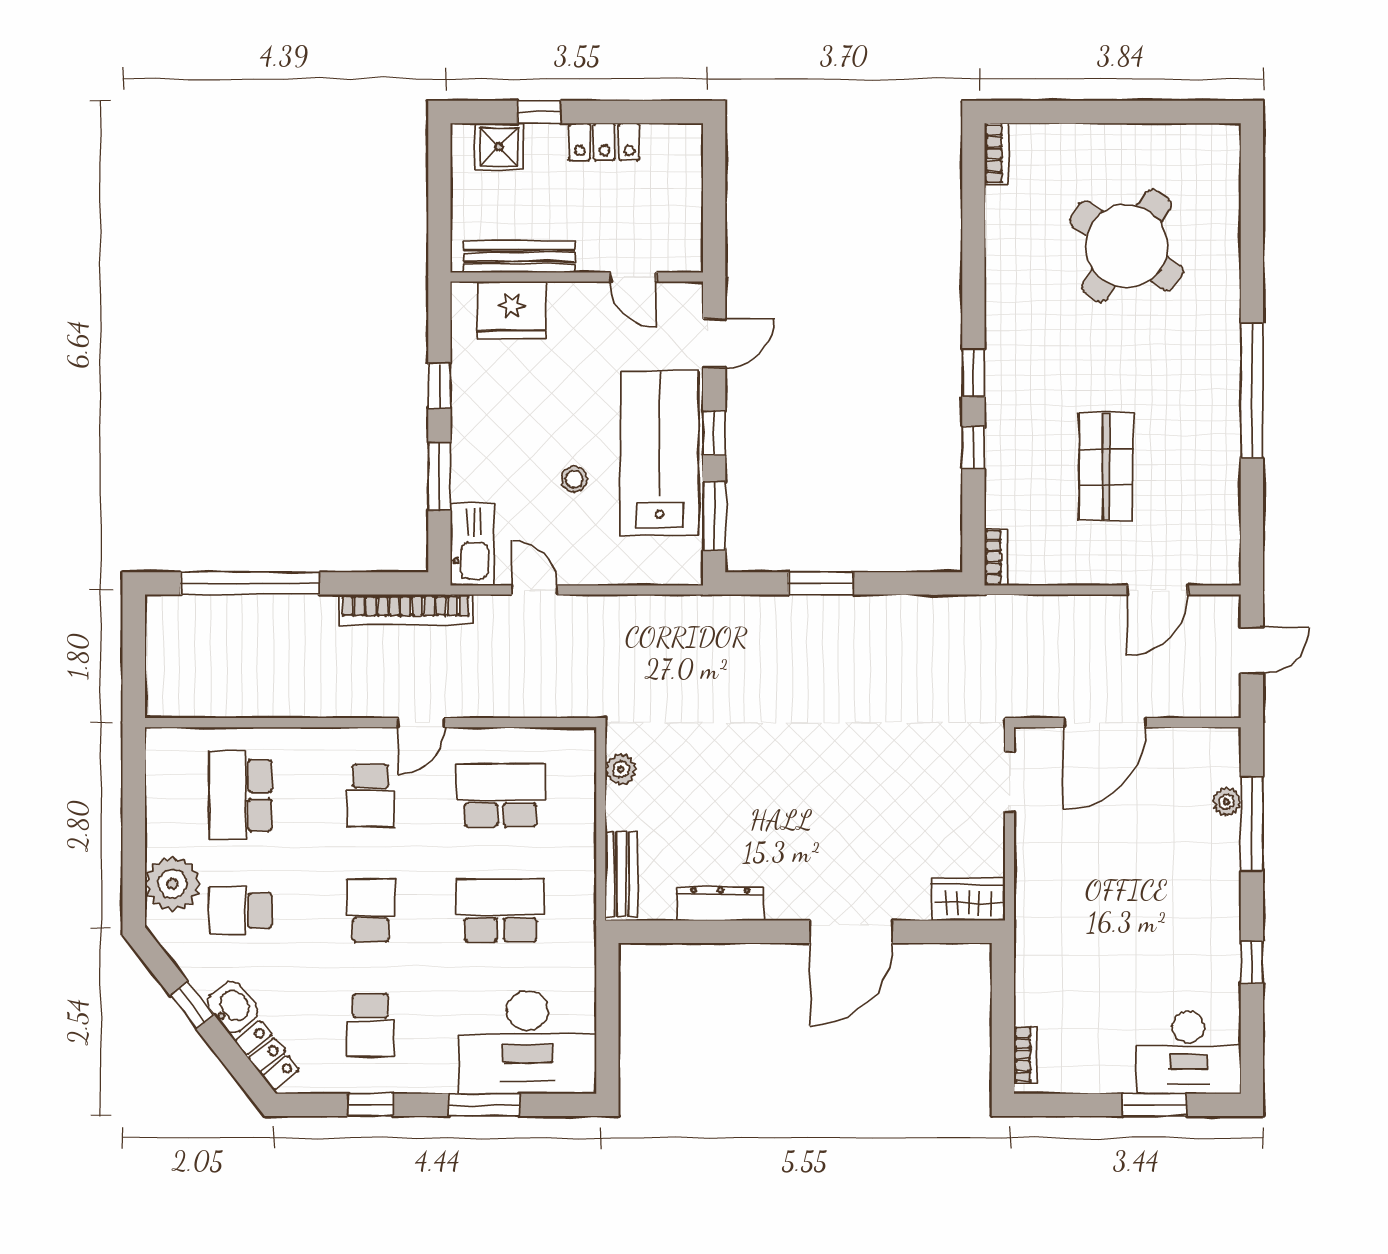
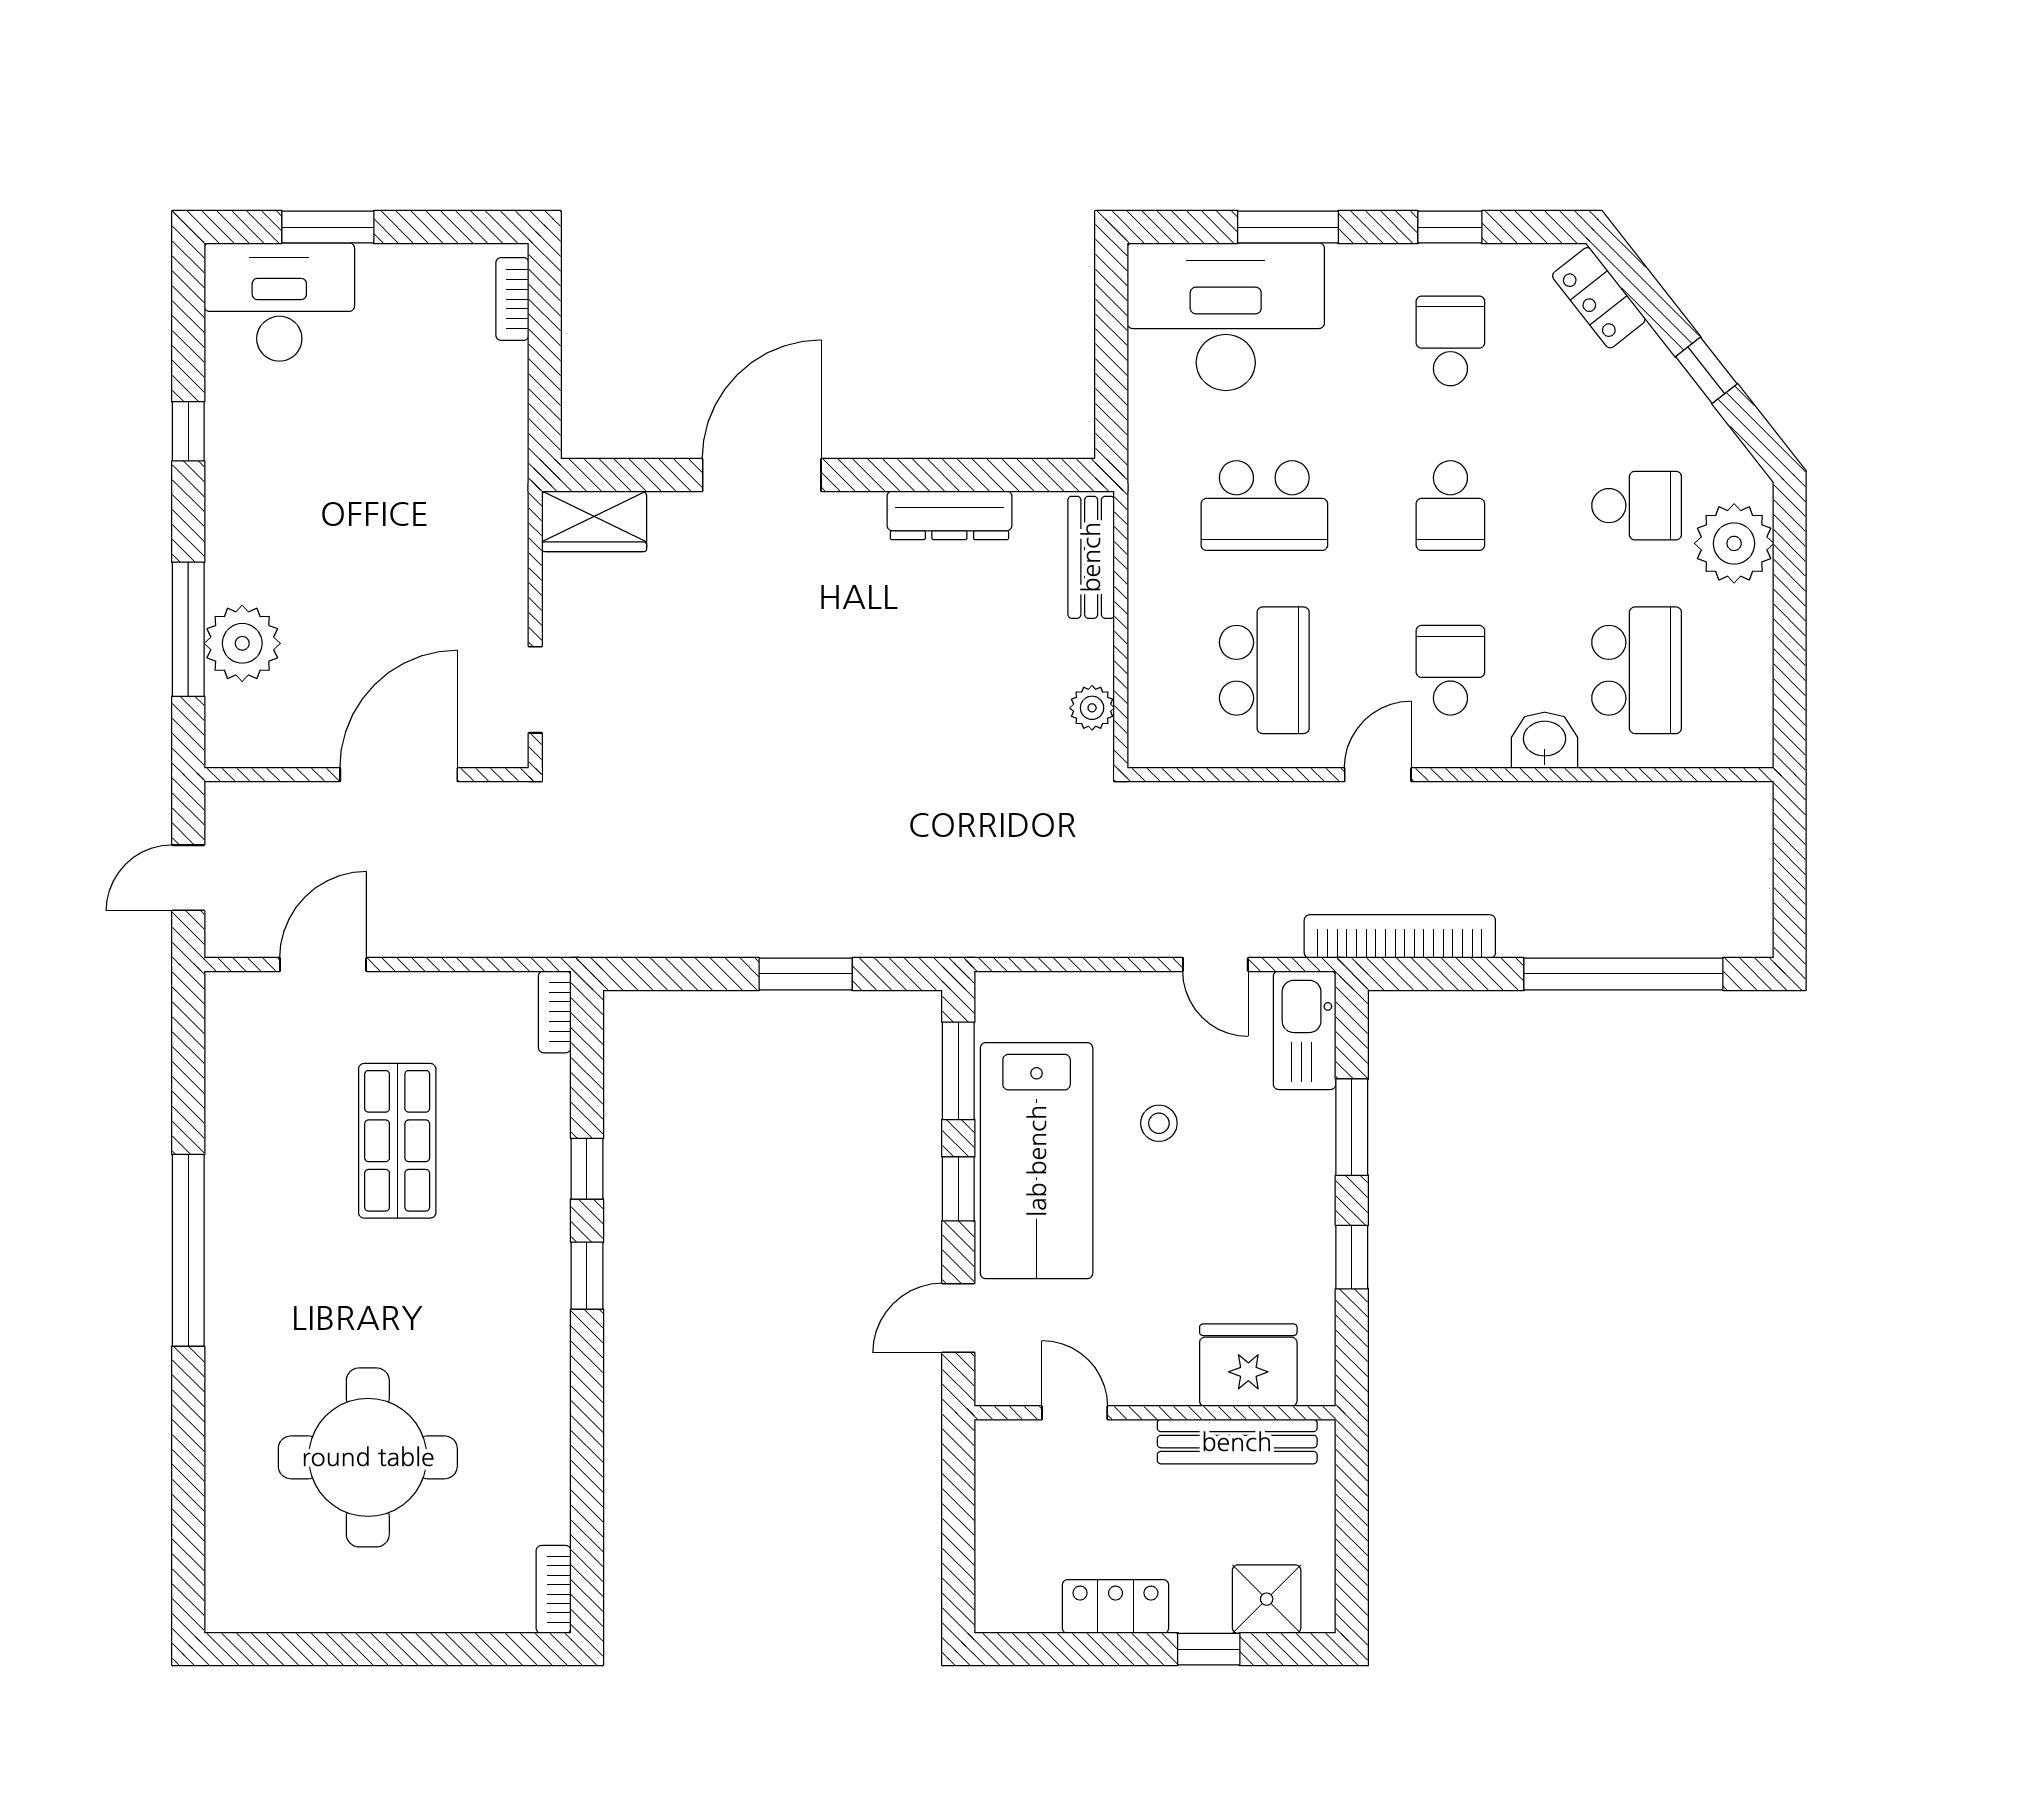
round table: (1126, 246) -> (368, 1457), turned -35
school desk: (500, 795) -> (1264, 670), turned -90
plant: (1227, 802) -> (242, 643), width x1.87, depth x1.87
washbasin: (233, 1007) -> (1545, 740), moved, turned 128

